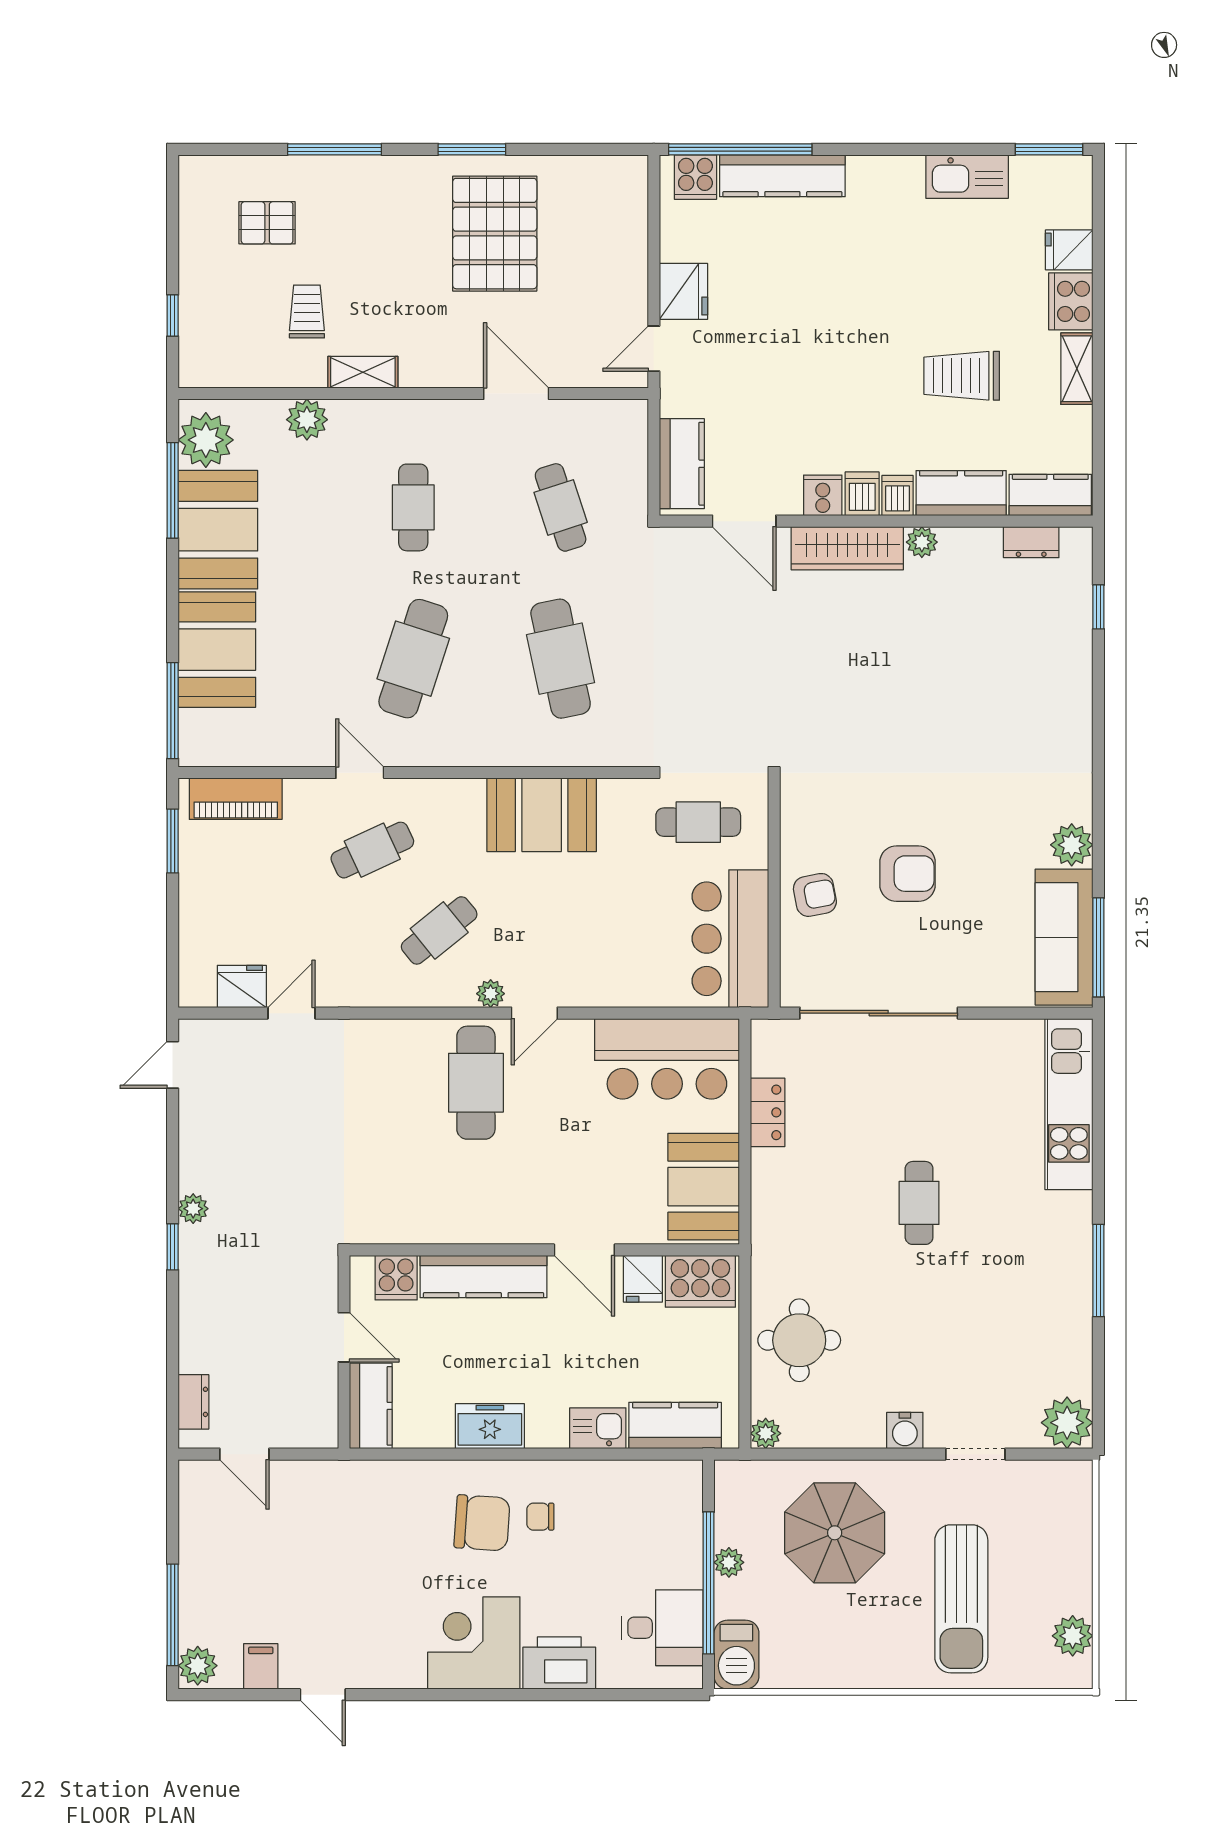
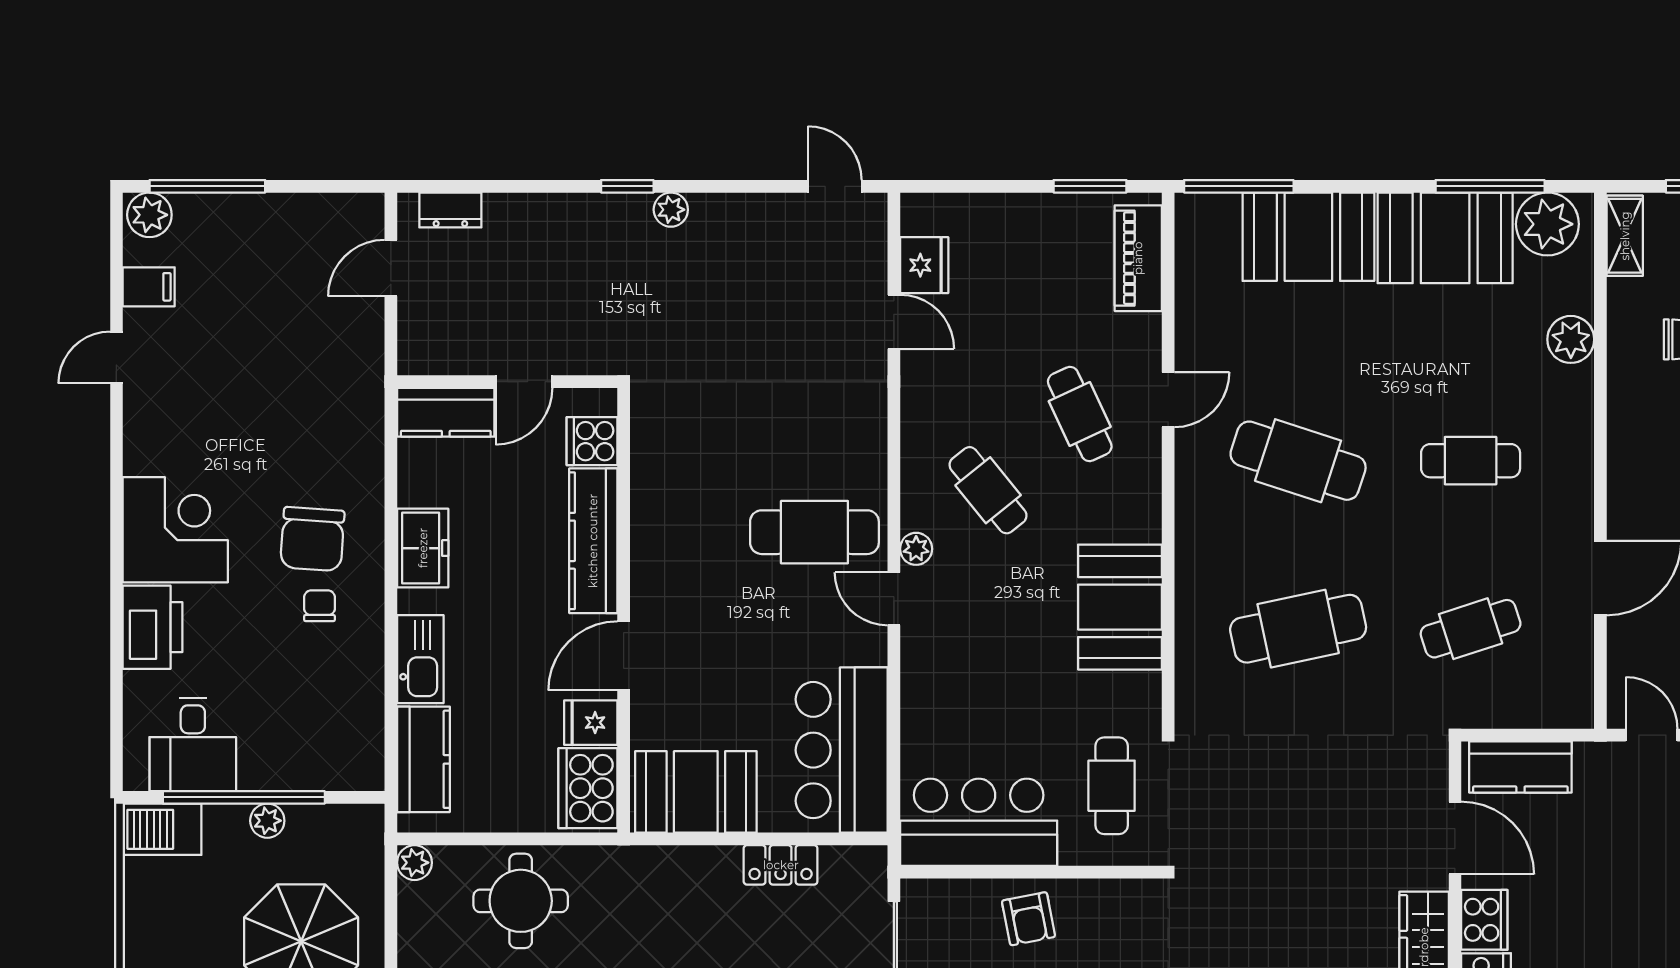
shelving: (363, 372) -> (1625, 236), moved
cooker: (823, 495) -> (1484, 920), width x1.36
door: (744, 521) -> (1455, 838), swing flipped
kitchen sink: (598, 1428) -> (420, 659), width x1.38

